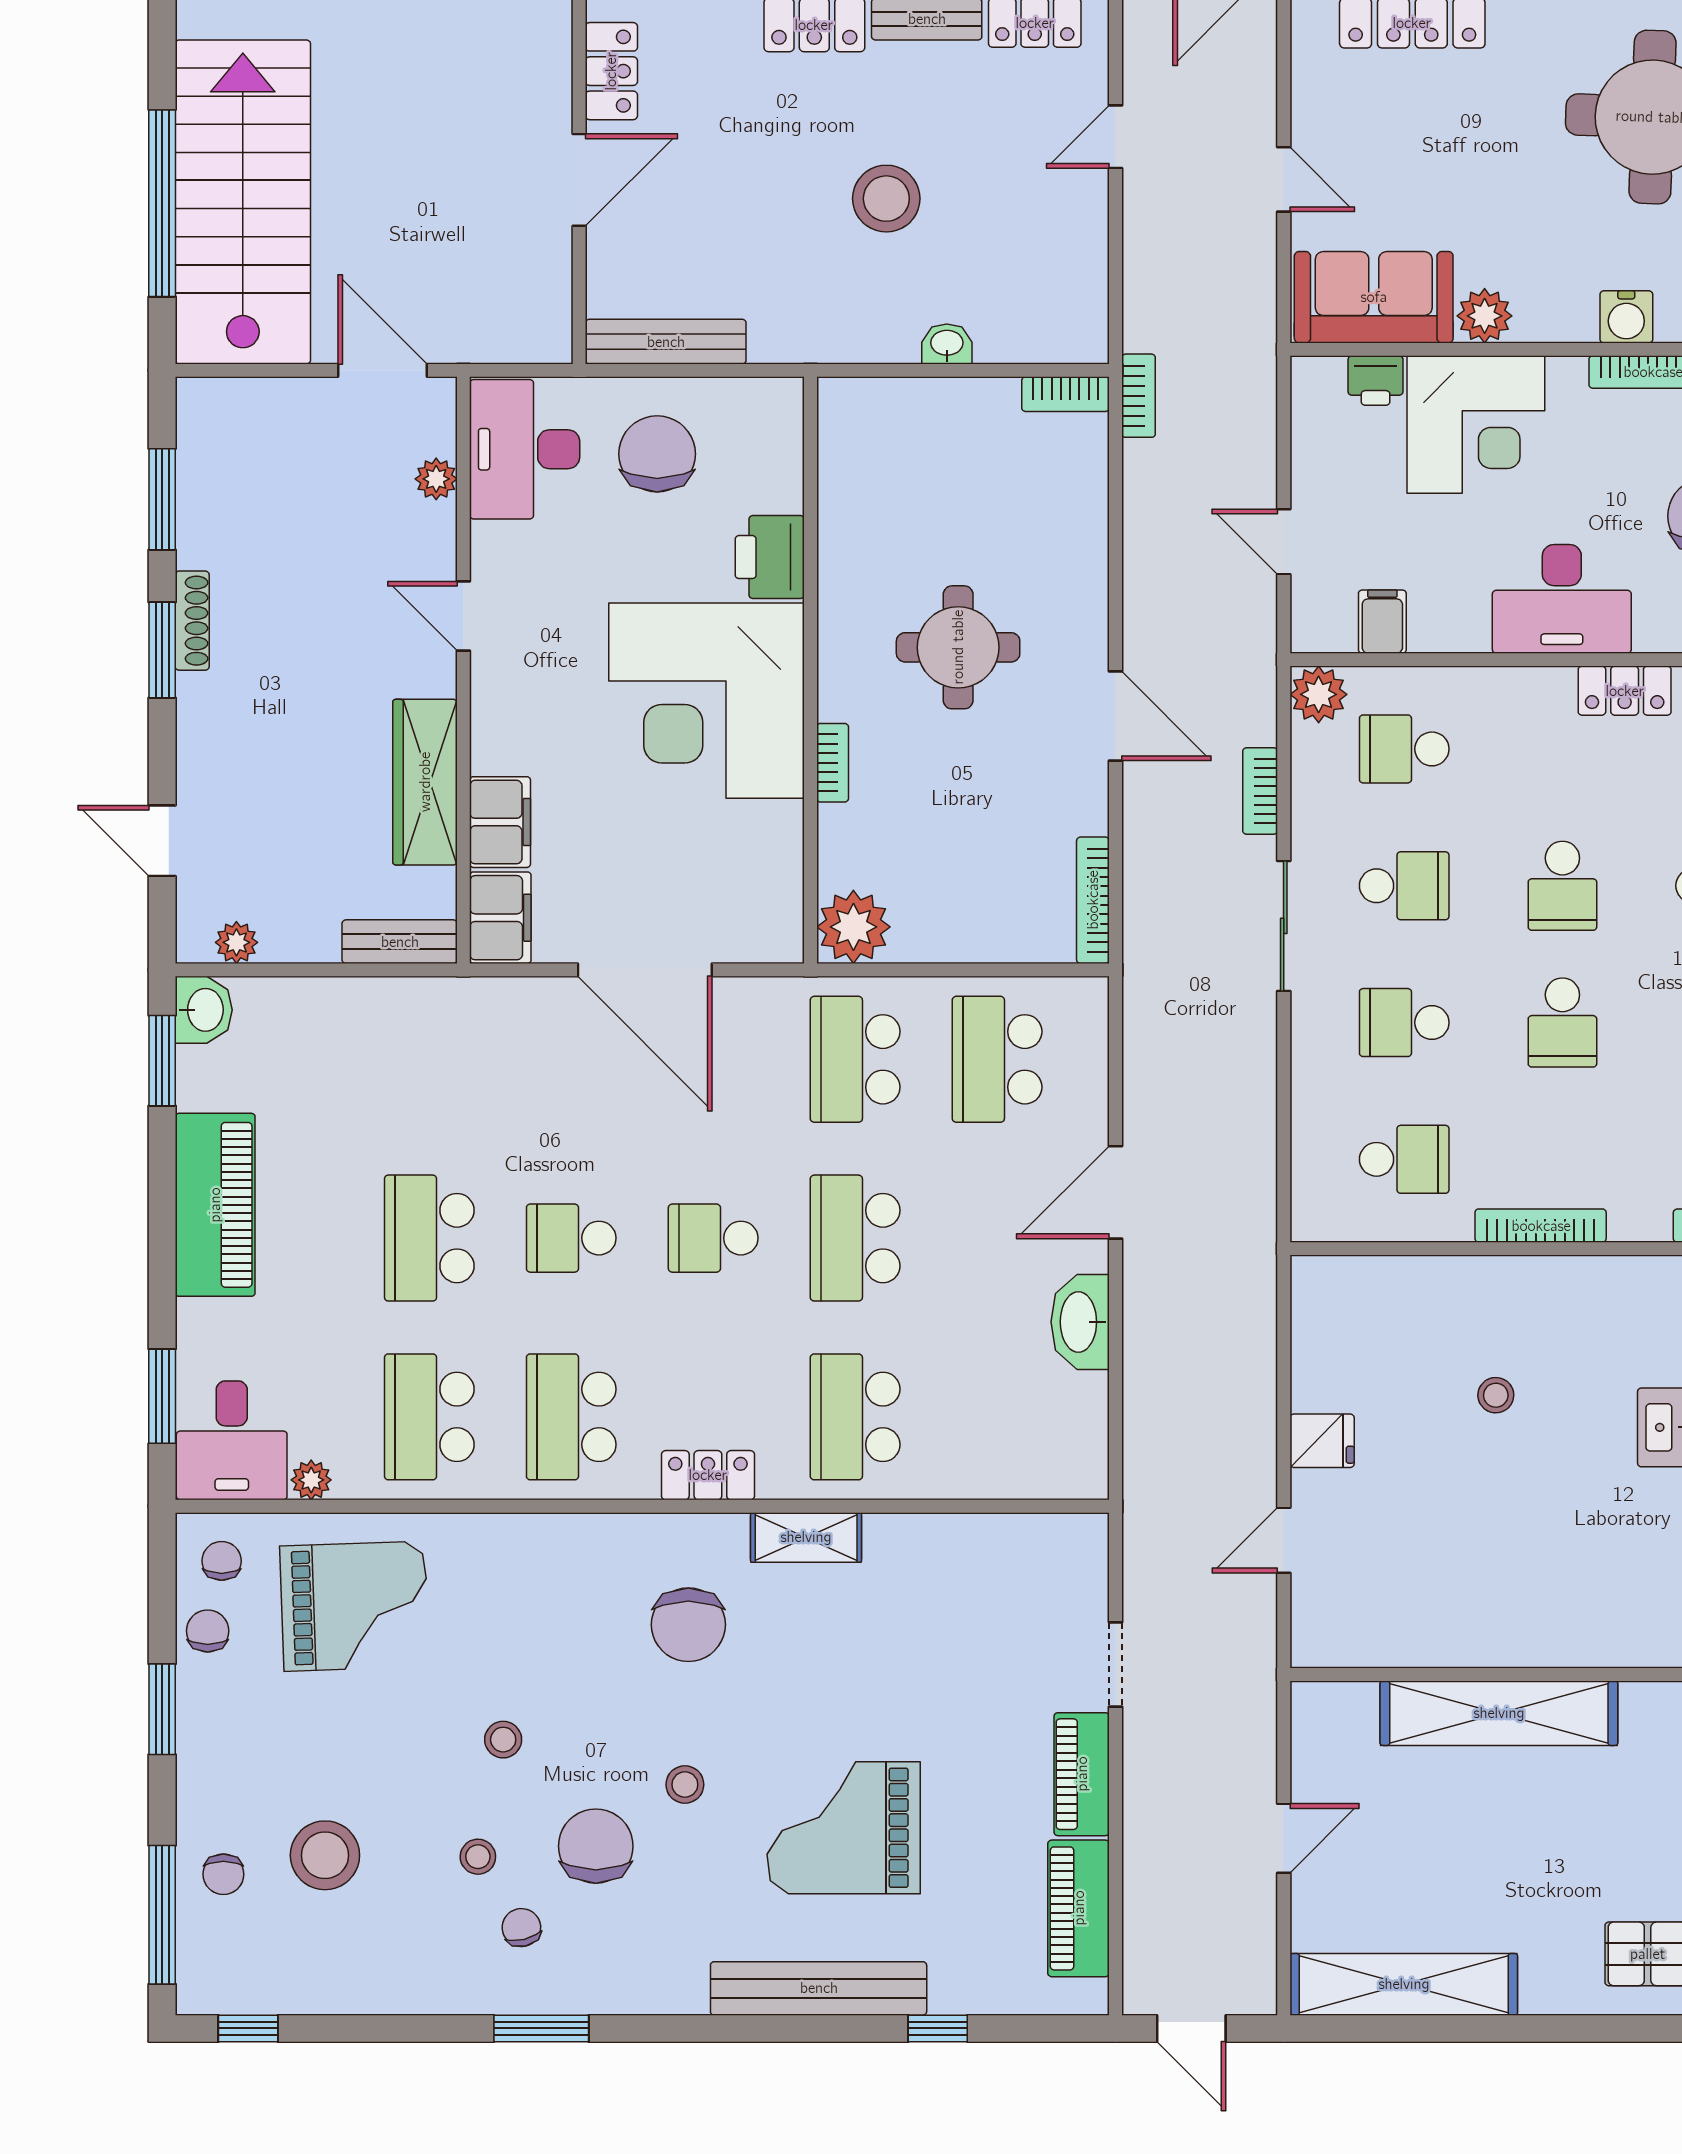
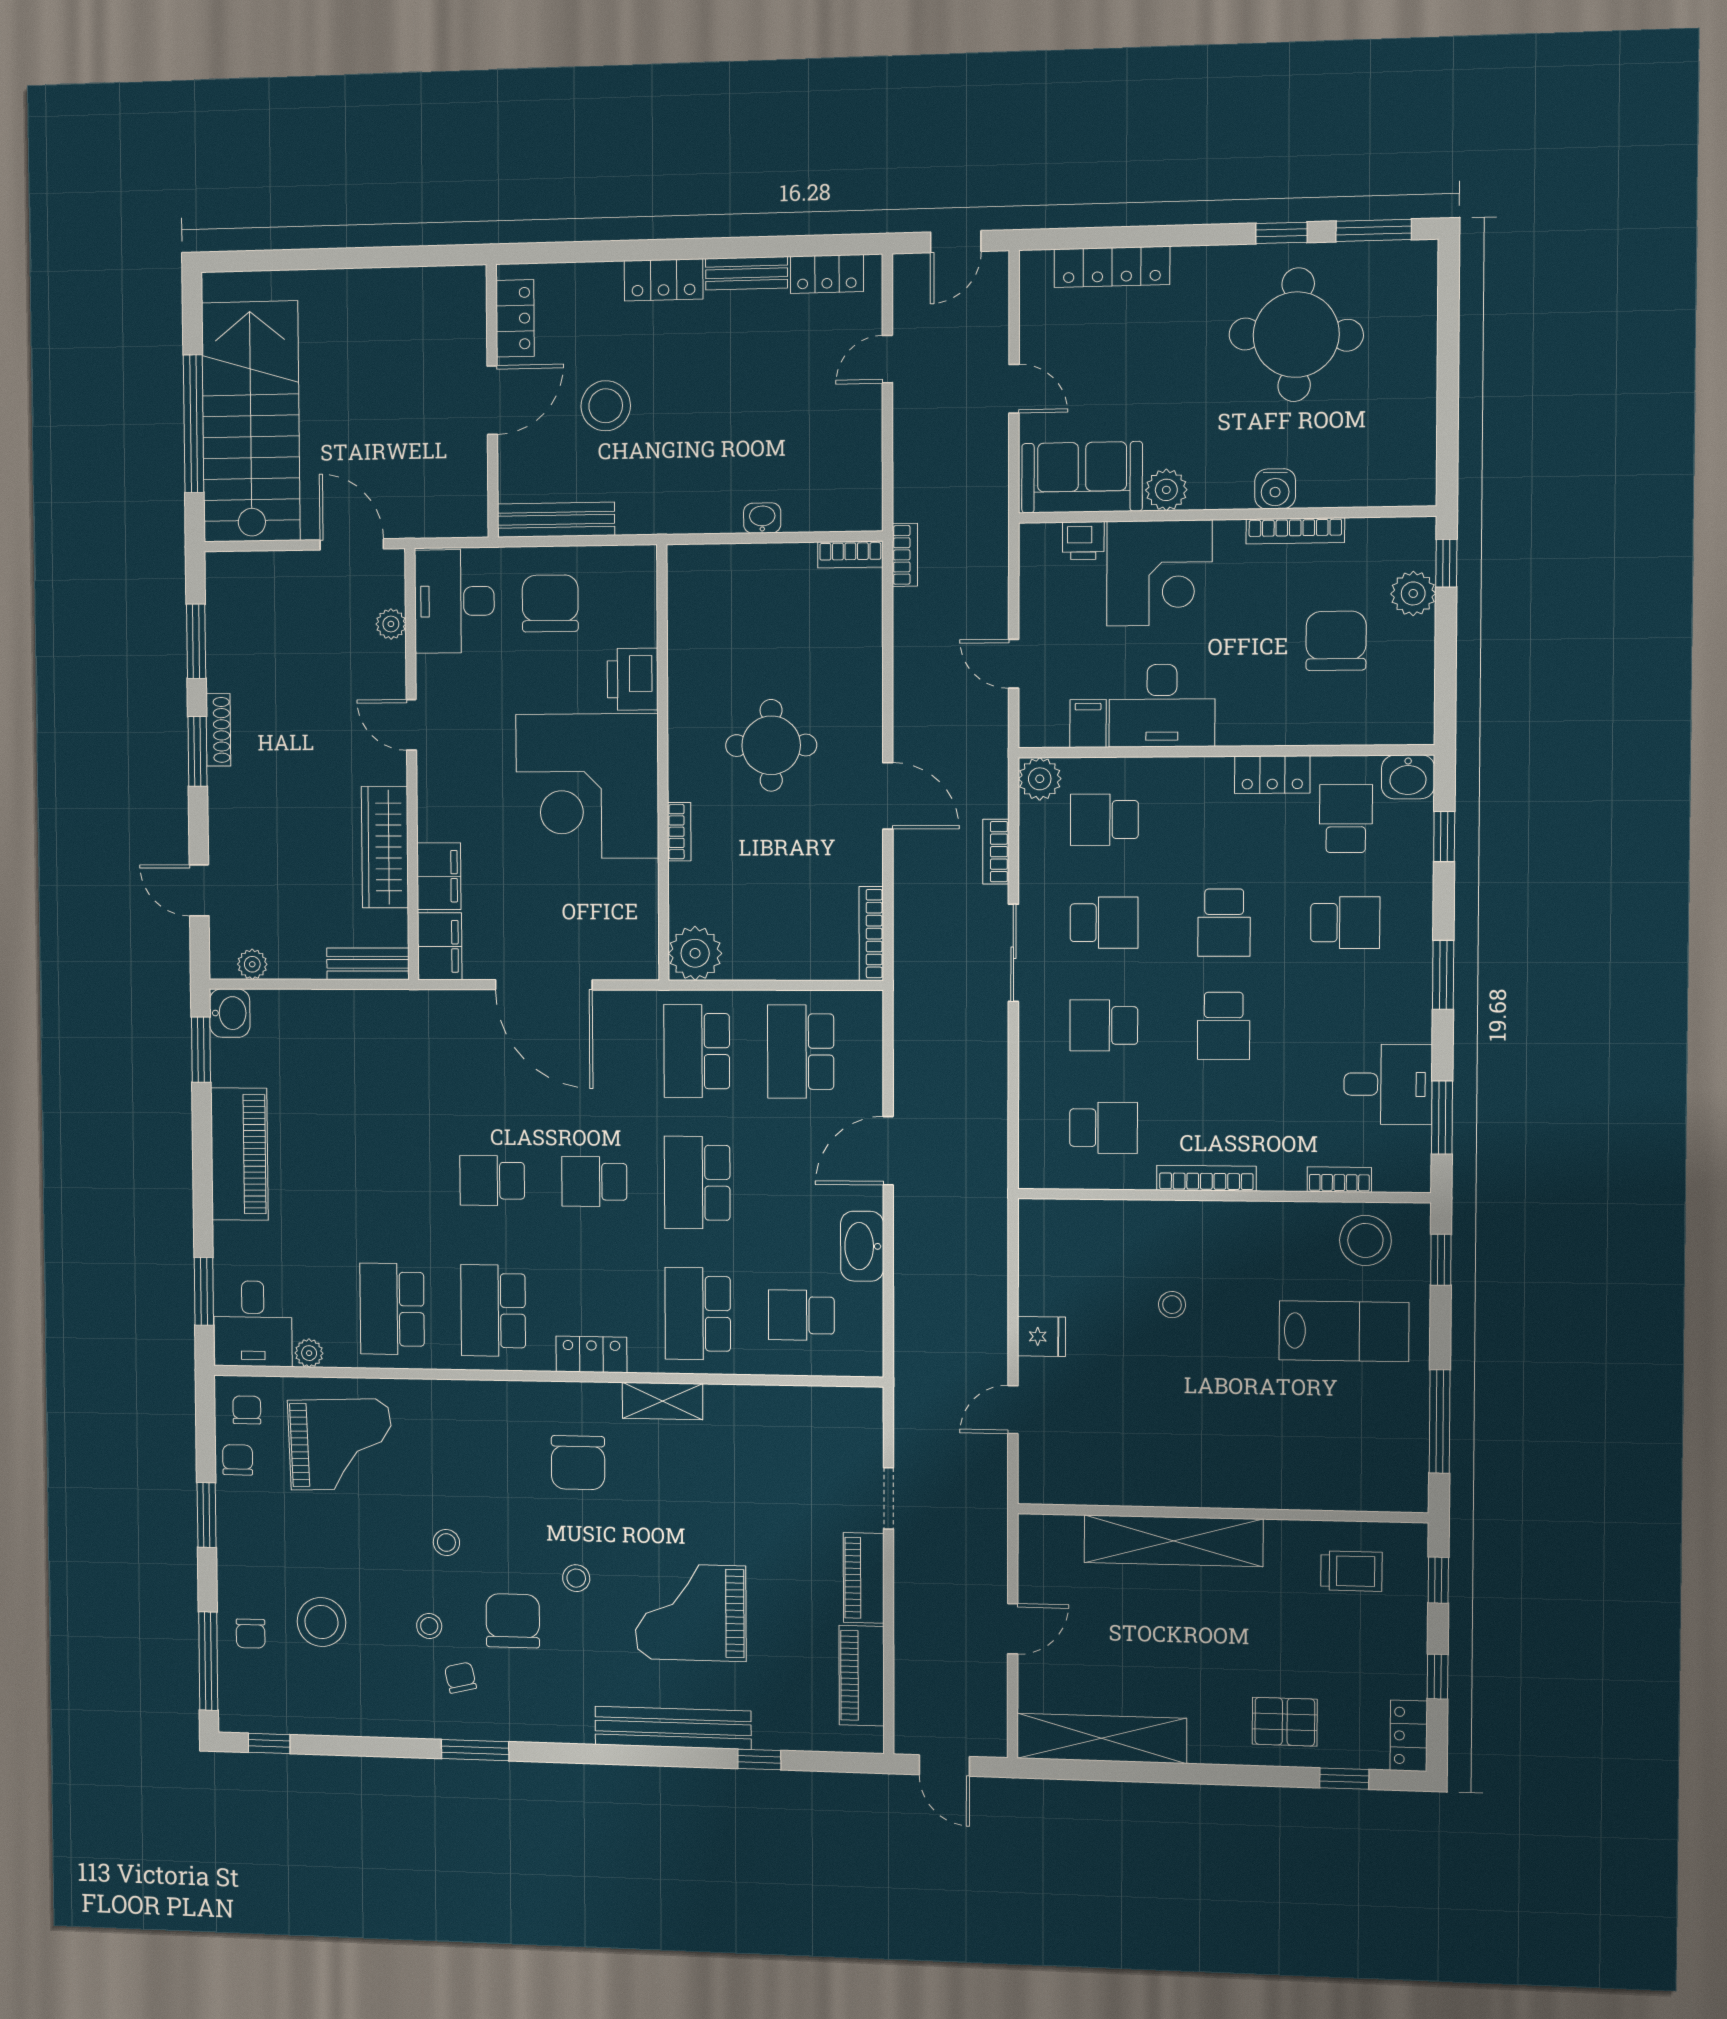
stool: (886, 199) -> (606, 406), moved
desk: (1562, 599) -> (1162, 706), moved
school desk: (429, 1238) -> (801, 1315), moved, width x0.54

